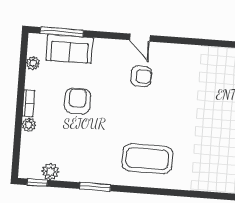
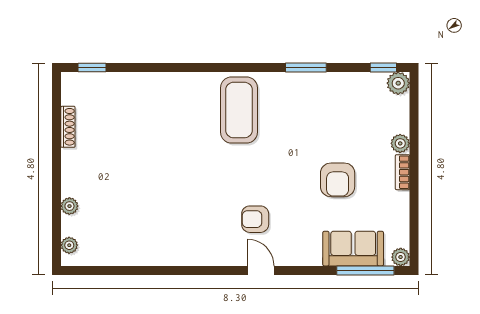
plant: (33, 63) -> (401, 257), moved
coffee table: (147, 159) -> (239, 110), turned 90
plant: (50, 172) -> (398, 83), moved

